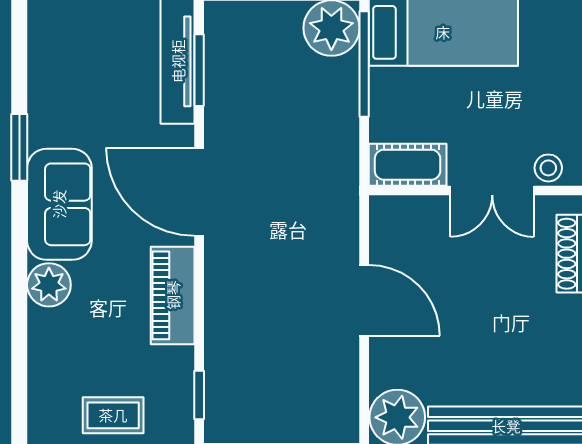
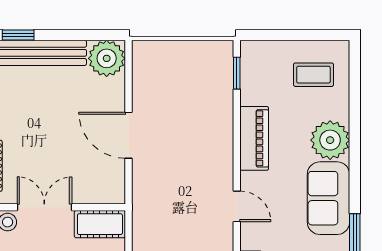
door: (199, 192) -> (237, 206), width x0.53
plant: (49, 285) -> (330, 140), width x1.36, depth x1.36
coffee table: (113, 415) -> (313, 75), moved

